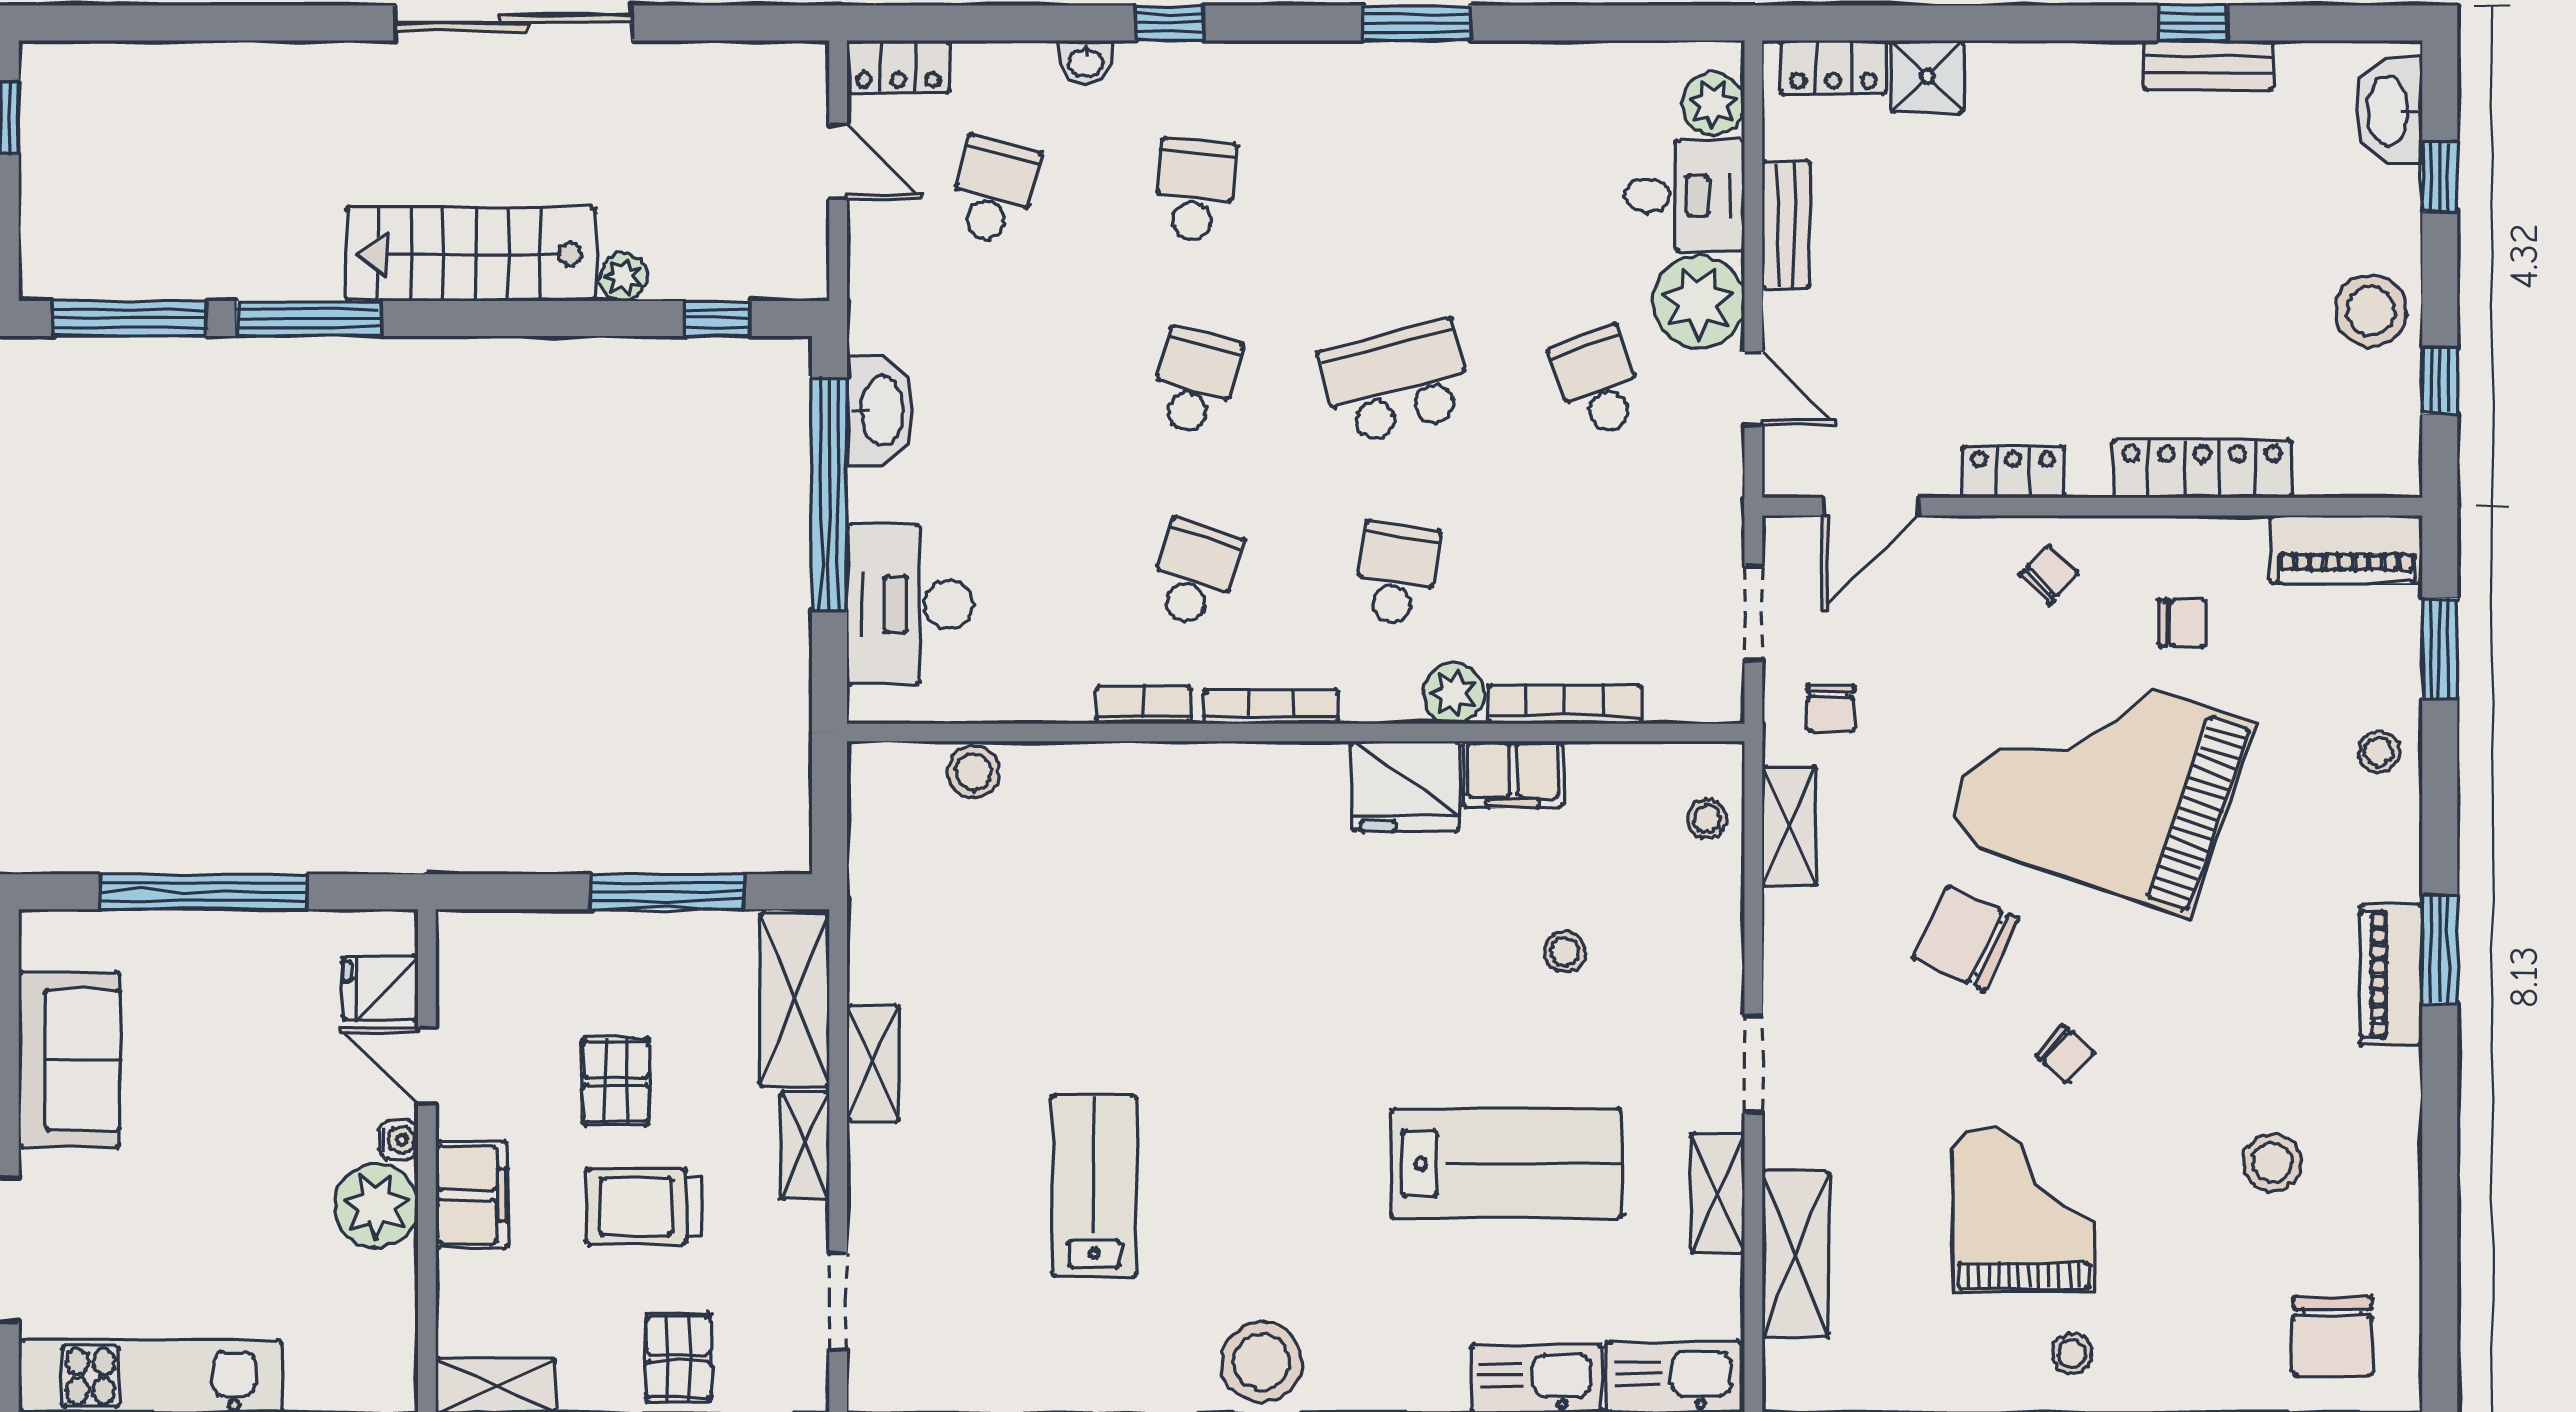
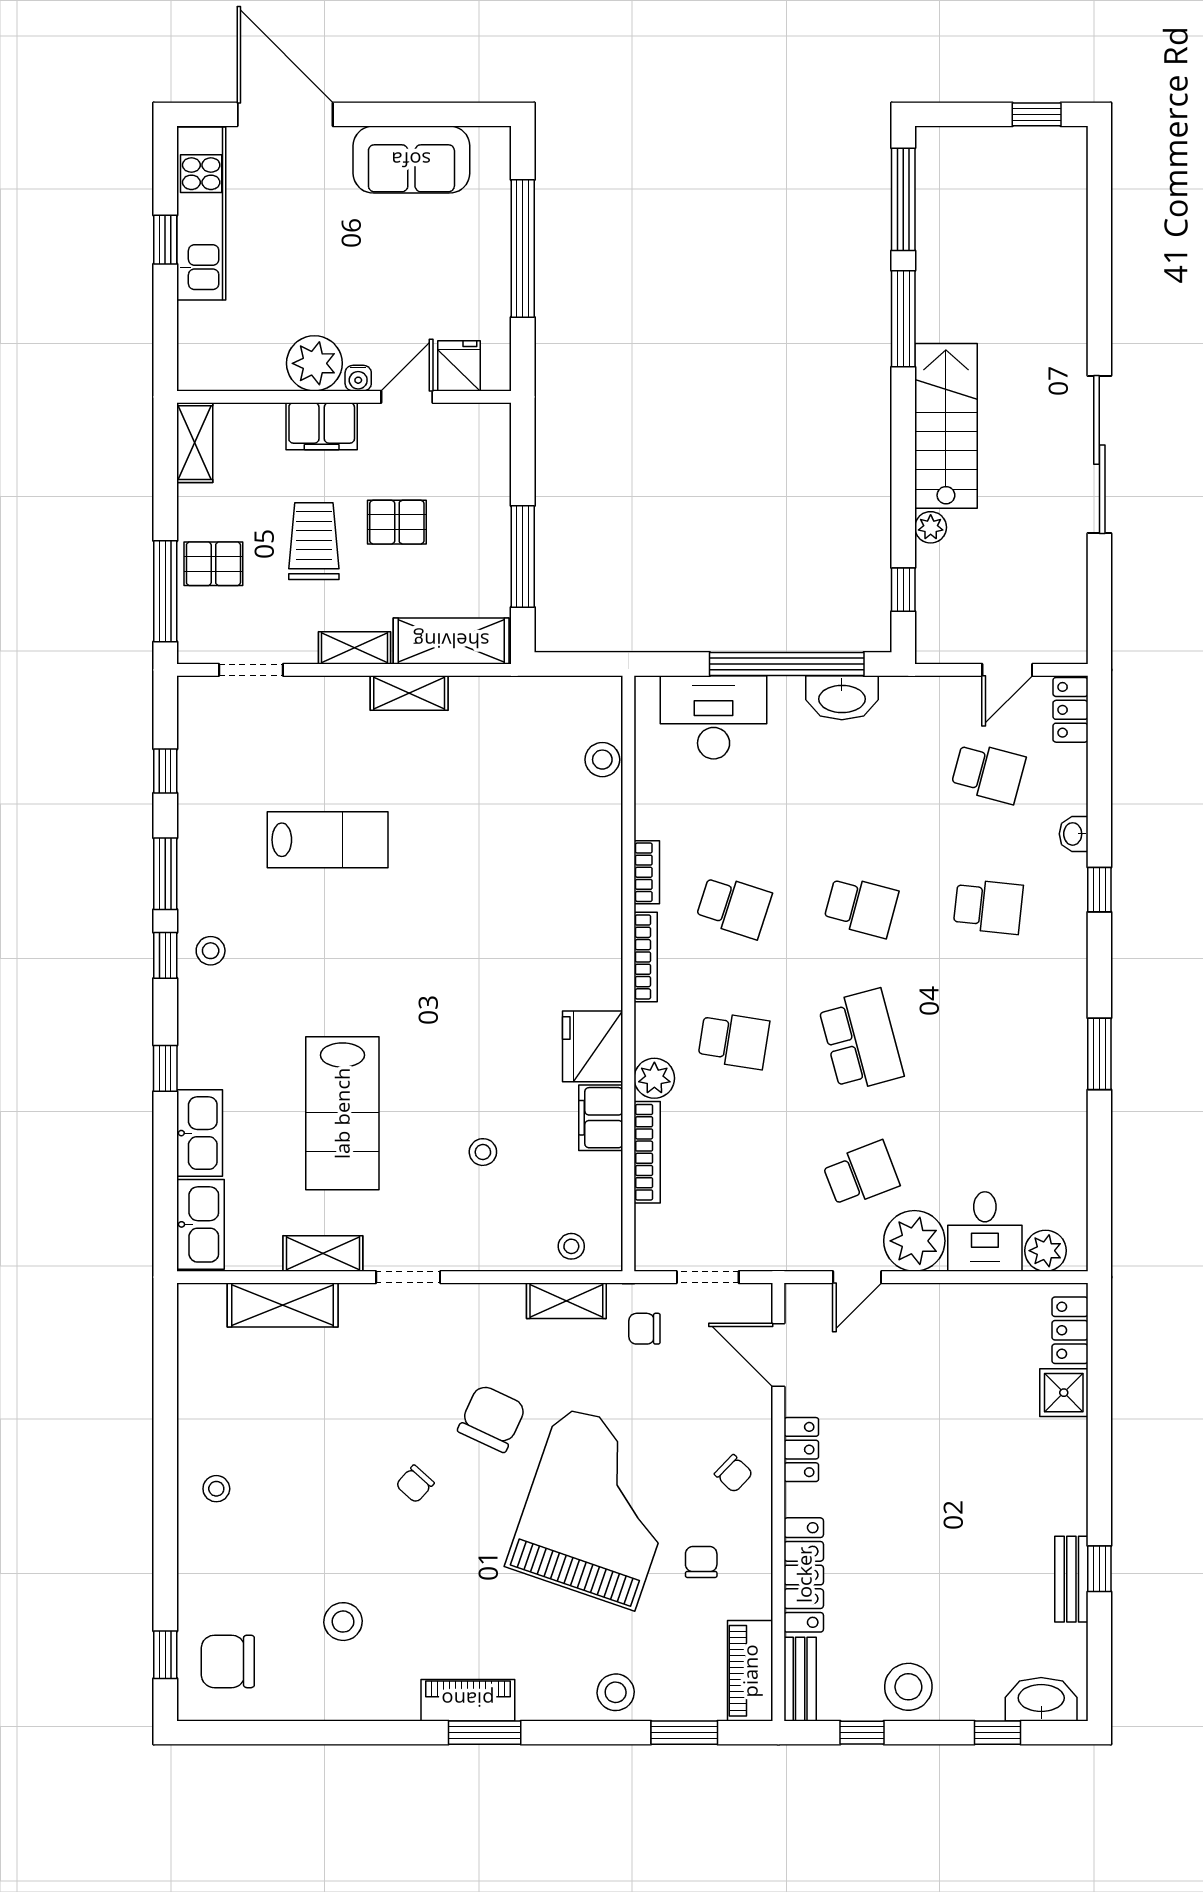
bench: (1786, 225) -> (800, 1679), moved, turned 90
chair: (2182, 623) -> (701, 1562), turned 180
stool: (2379, 752) -> (616, 1692), width x1.37, depth x1.37
grand piano: (2024, 1210) -> (312, 1457), removed
stool: (1261, 1362) -> (211, 951), width x0.53, depth x0.53

